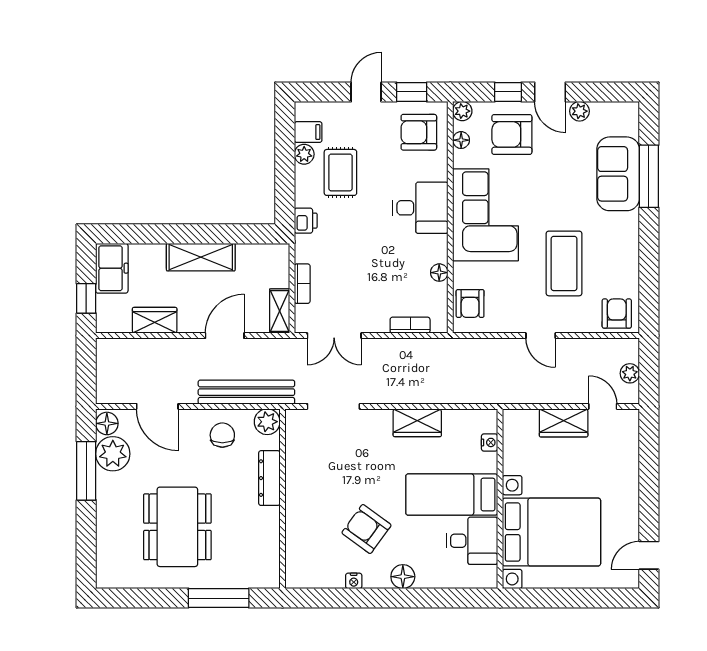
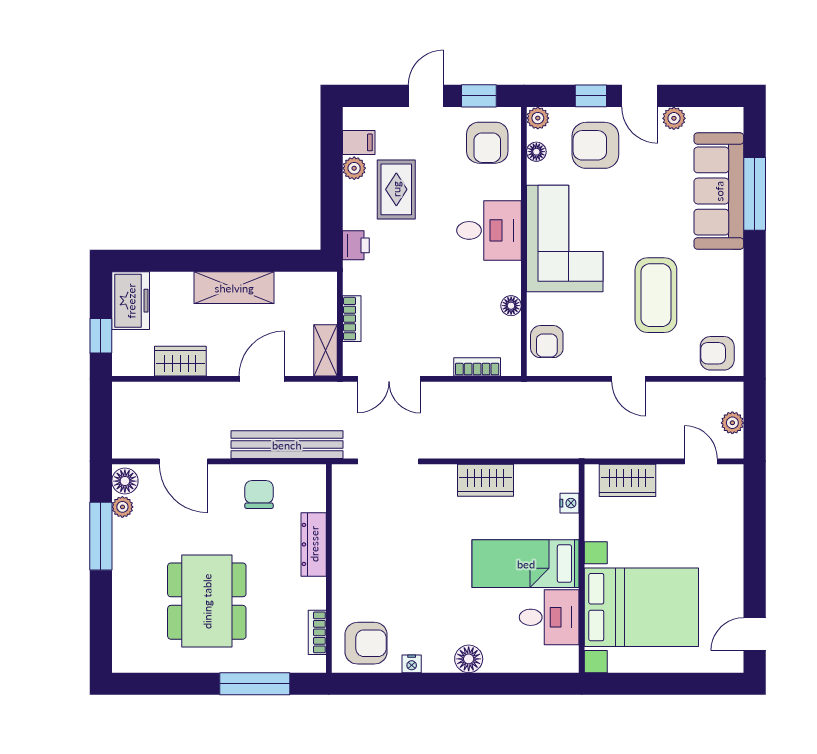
armchair: (419, 132) -> (487, 143), turned -90
sofa: (618, 174) -> (719, 191), width x1.36
armchair: (617, 314) -> (717, 353), turned -90
plant: (267, 422) -> (311, 479), removed
wardrobe: (564, 423) -> (627, 480), moved
plant: (113, 454) -> (122, 507), width x0.53, depth x0.53
armchair: (366, 529) -> (366, 643), moved, turned 144
bookcase: (272, 554) -> (317, 632), added

